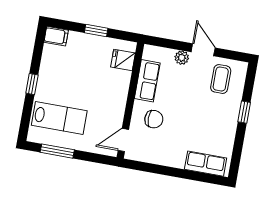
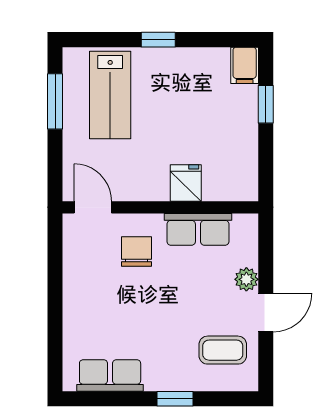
window: (96, 31) -> (266, 104), moved
fridge: (123, 60) -> (186, 183), moved
chair: (154, 119) -> (136, 252), turned 180
row of seats: (206, 164) -> (110, 375), moved, turned -90

